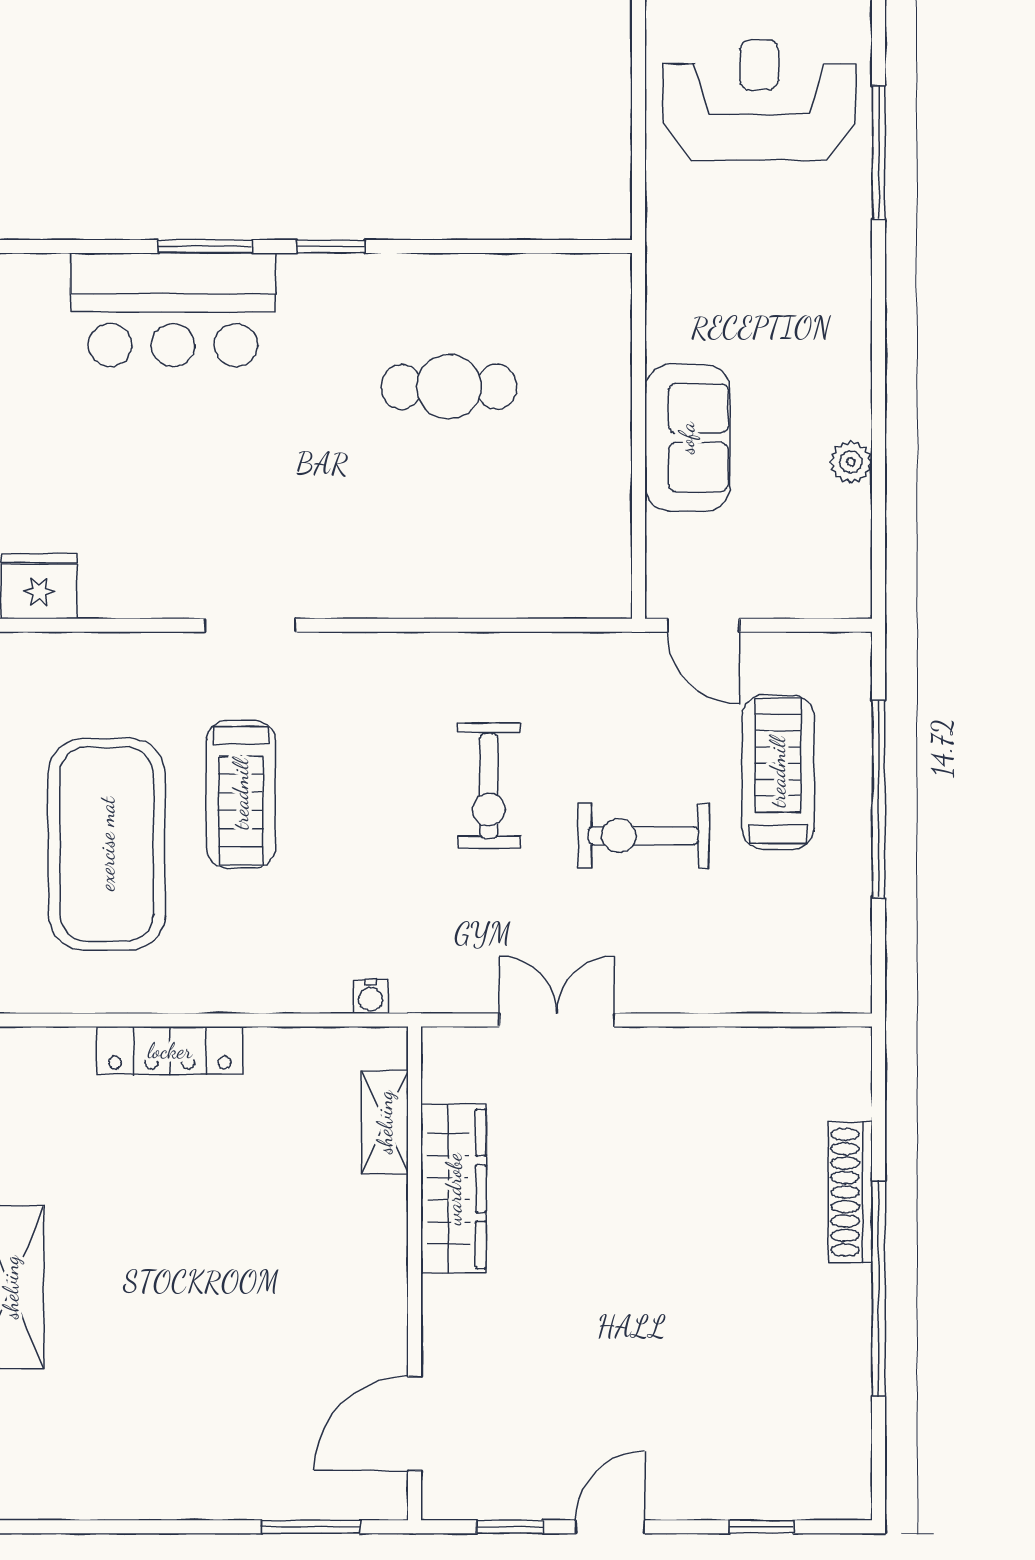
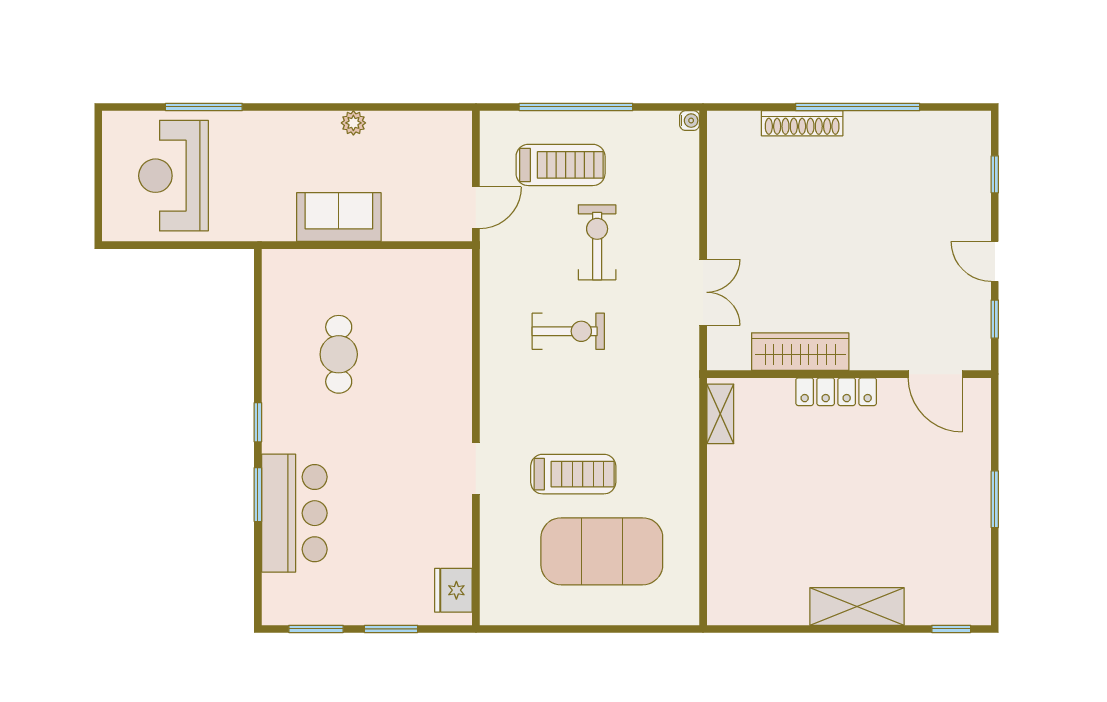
sofa: (687, 438) -> (339, 217), moved
plant: (851, 462) -> (353, 123), moved
treadmill: (778, 772) -> (561, 165), turned 180
exercise bike: (644, 836) -> (597, 242), turned 180
water cooler: (371, 996) -> (690, 121), moved
double door: (557, 1020) -> (703, 292), swing flipped
locker: (170, 1051) -> (836, 392), moved, turned 90
shelving: (385, 1122) -> (720, 414), moved, turned 90
window: (311, 1527) -> (995, 499), moved

